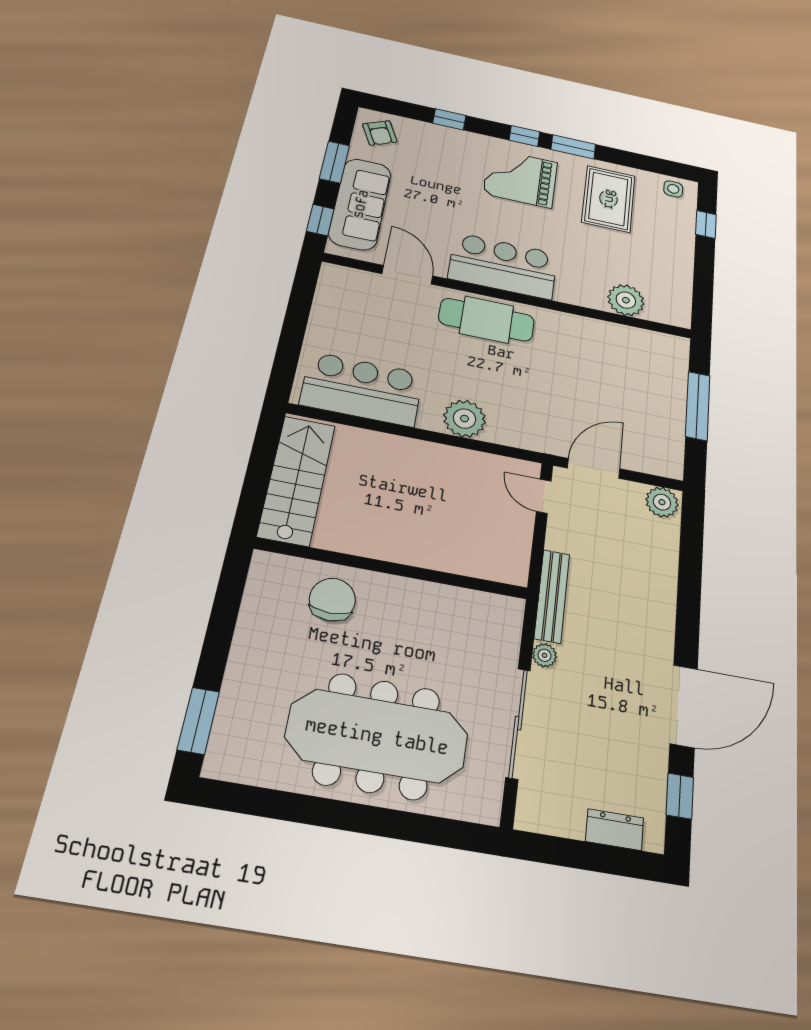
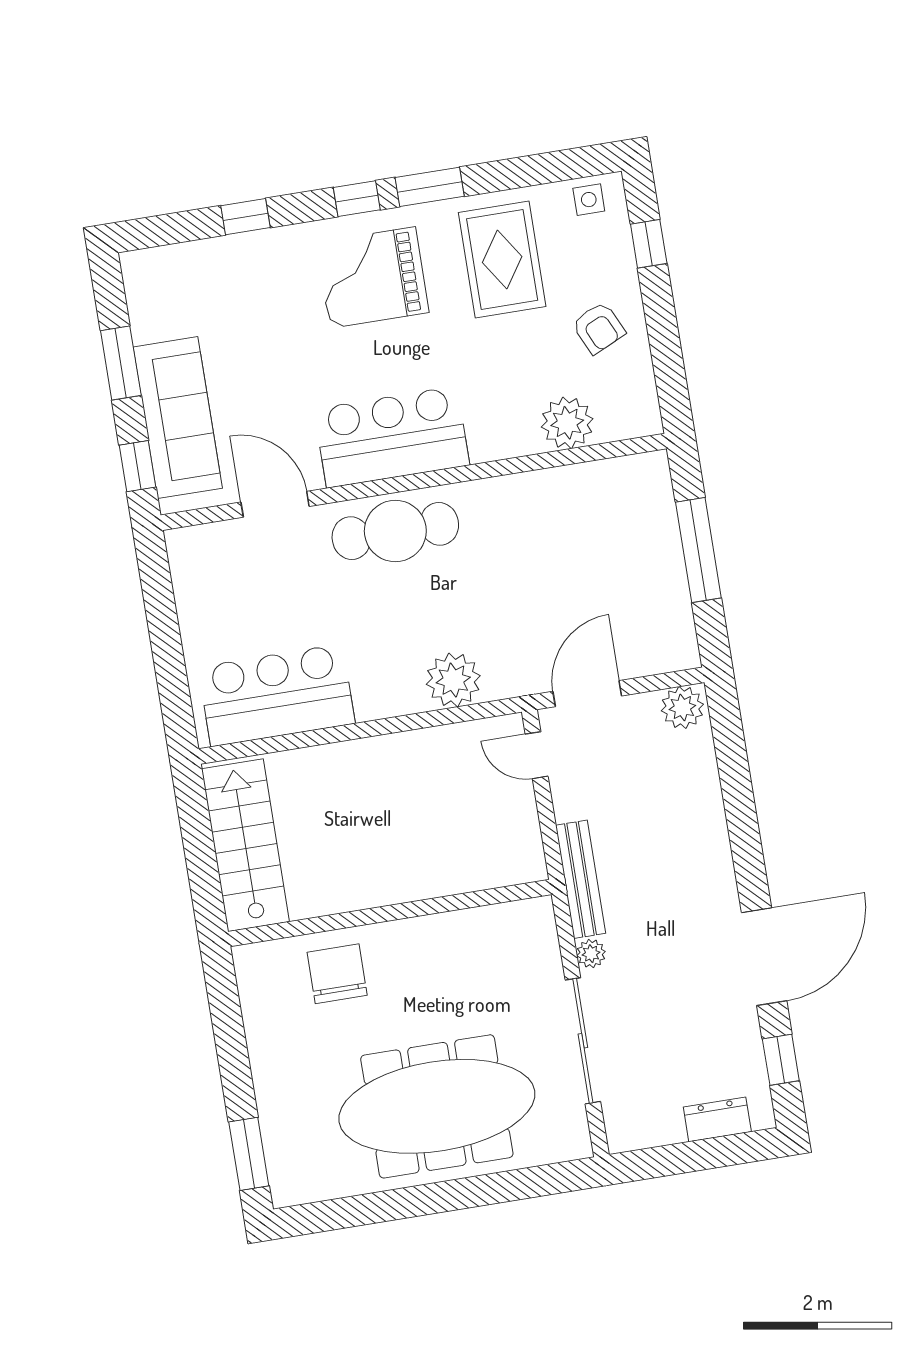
armchair: (380, 133) -> (599, 328), moved
plant: (465, 419) -> (453, 680), moved

